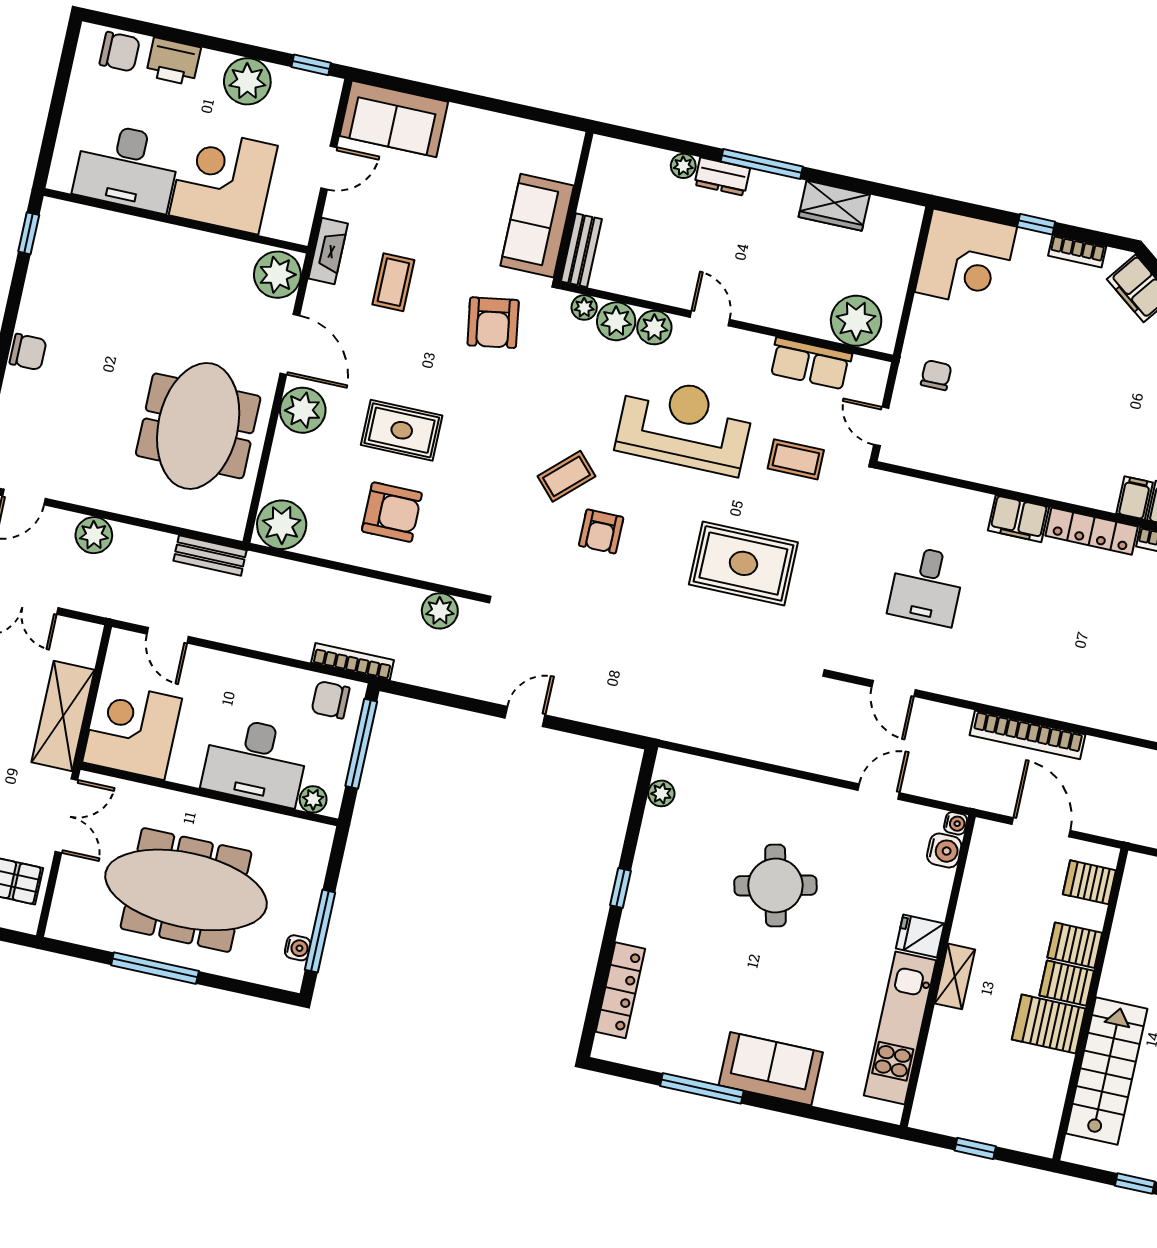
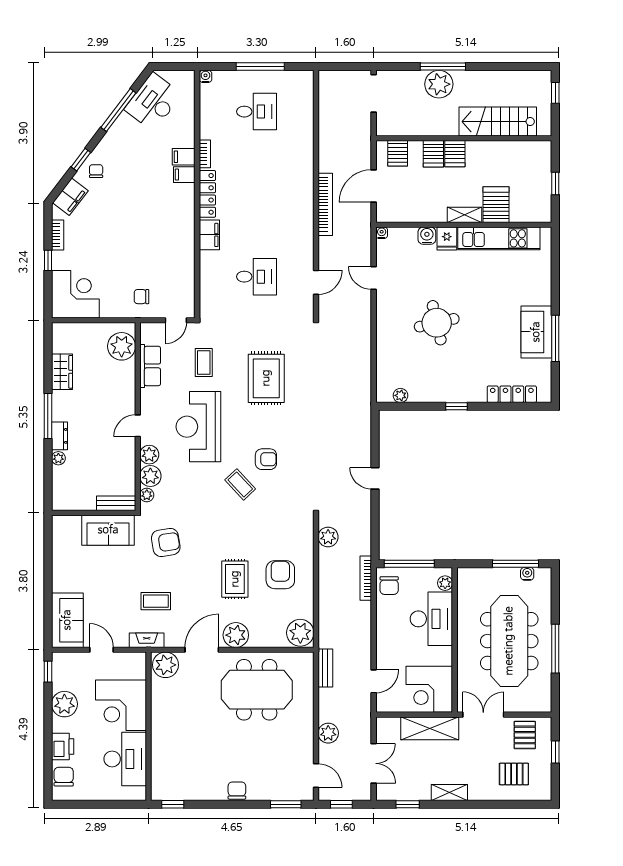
water cooler: (944, 850) -> (427, 236), moved
server rack: (1049, 1024) -> (496, 205), moved, turned 180
sofa: (771, 1069) -> (536, 332), moved

